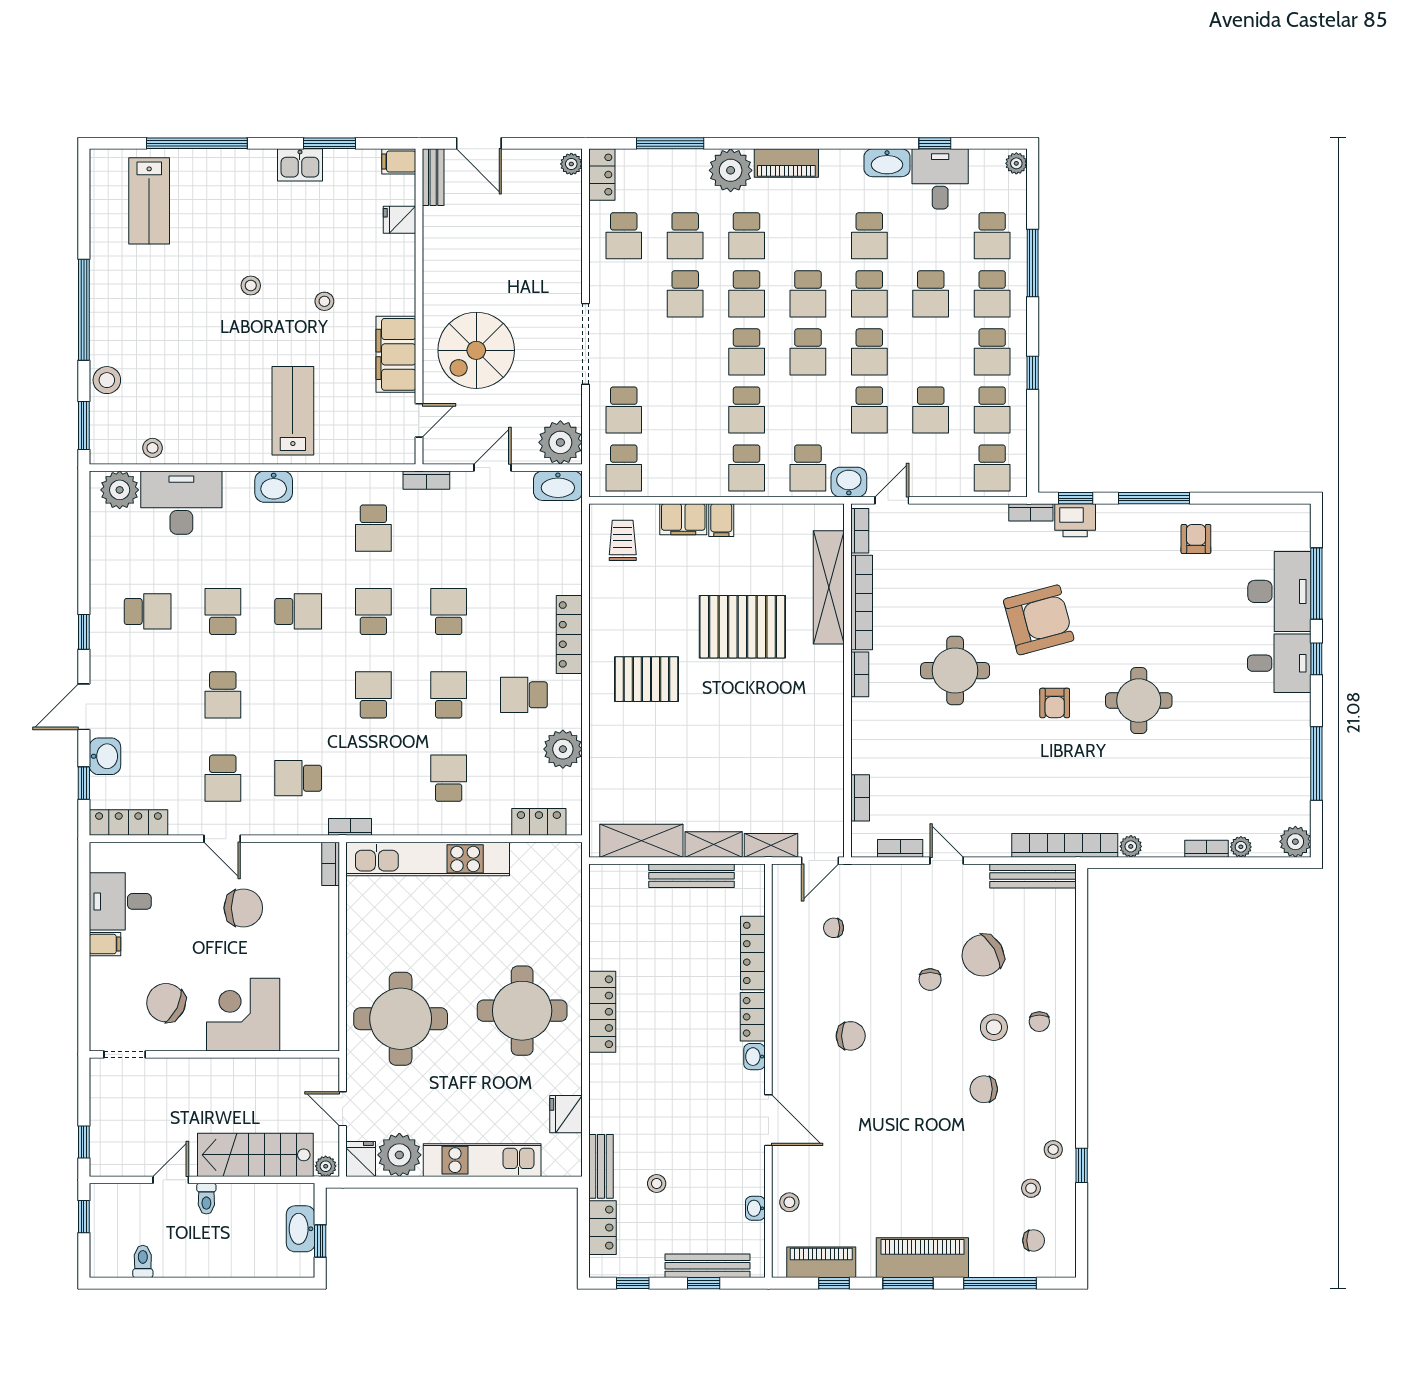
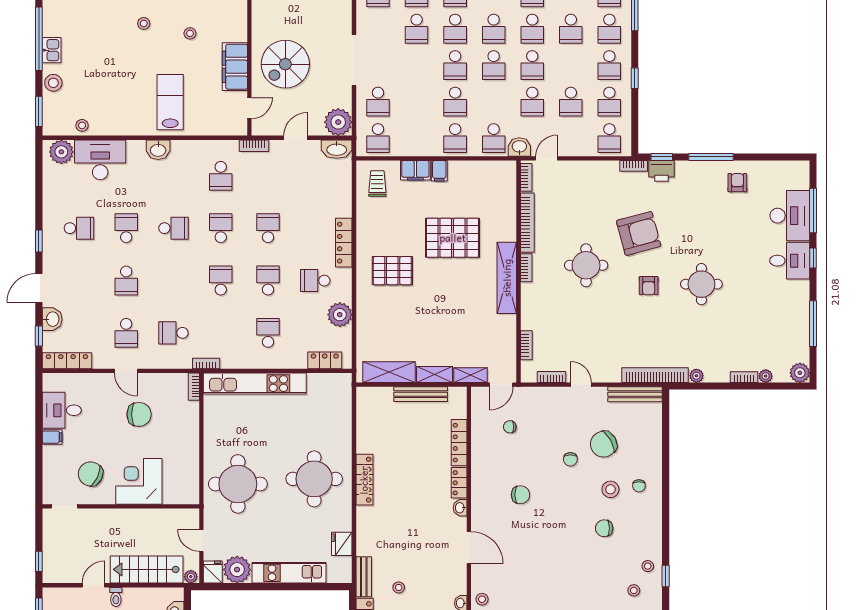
kitchen sink: (104, 328) -> (52, 50), added
shelving: (829, 587) -> (507, 278), moved

